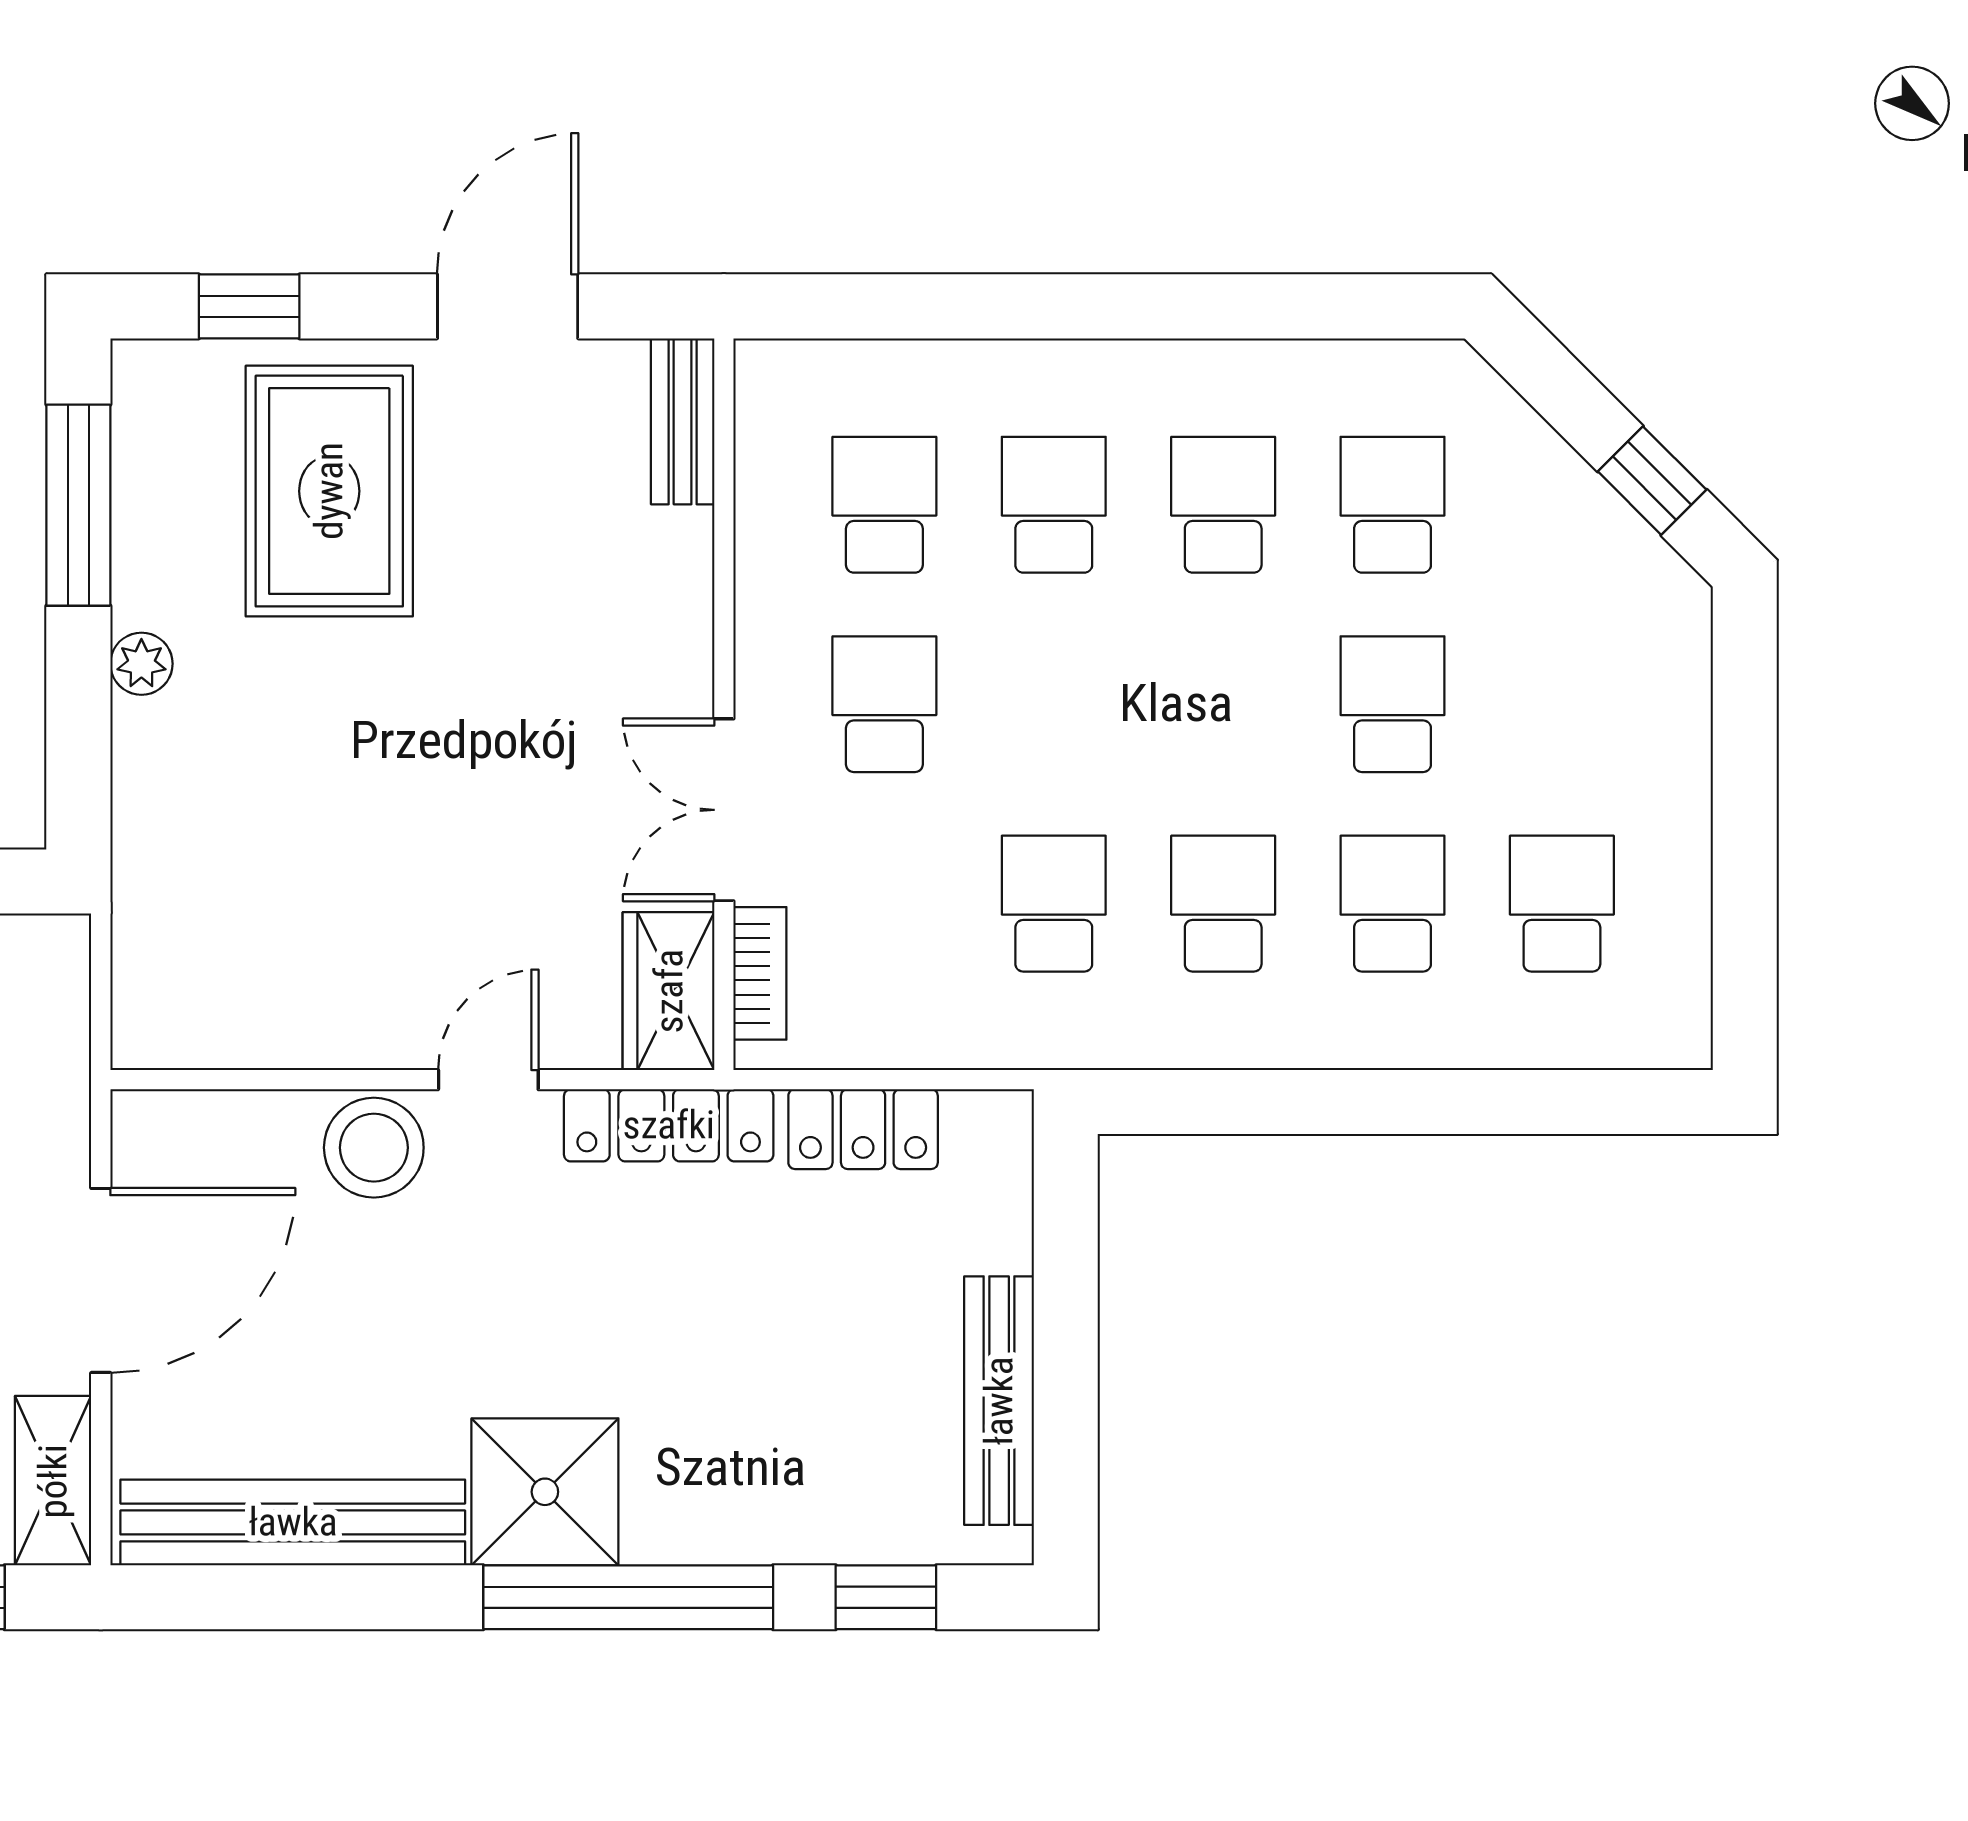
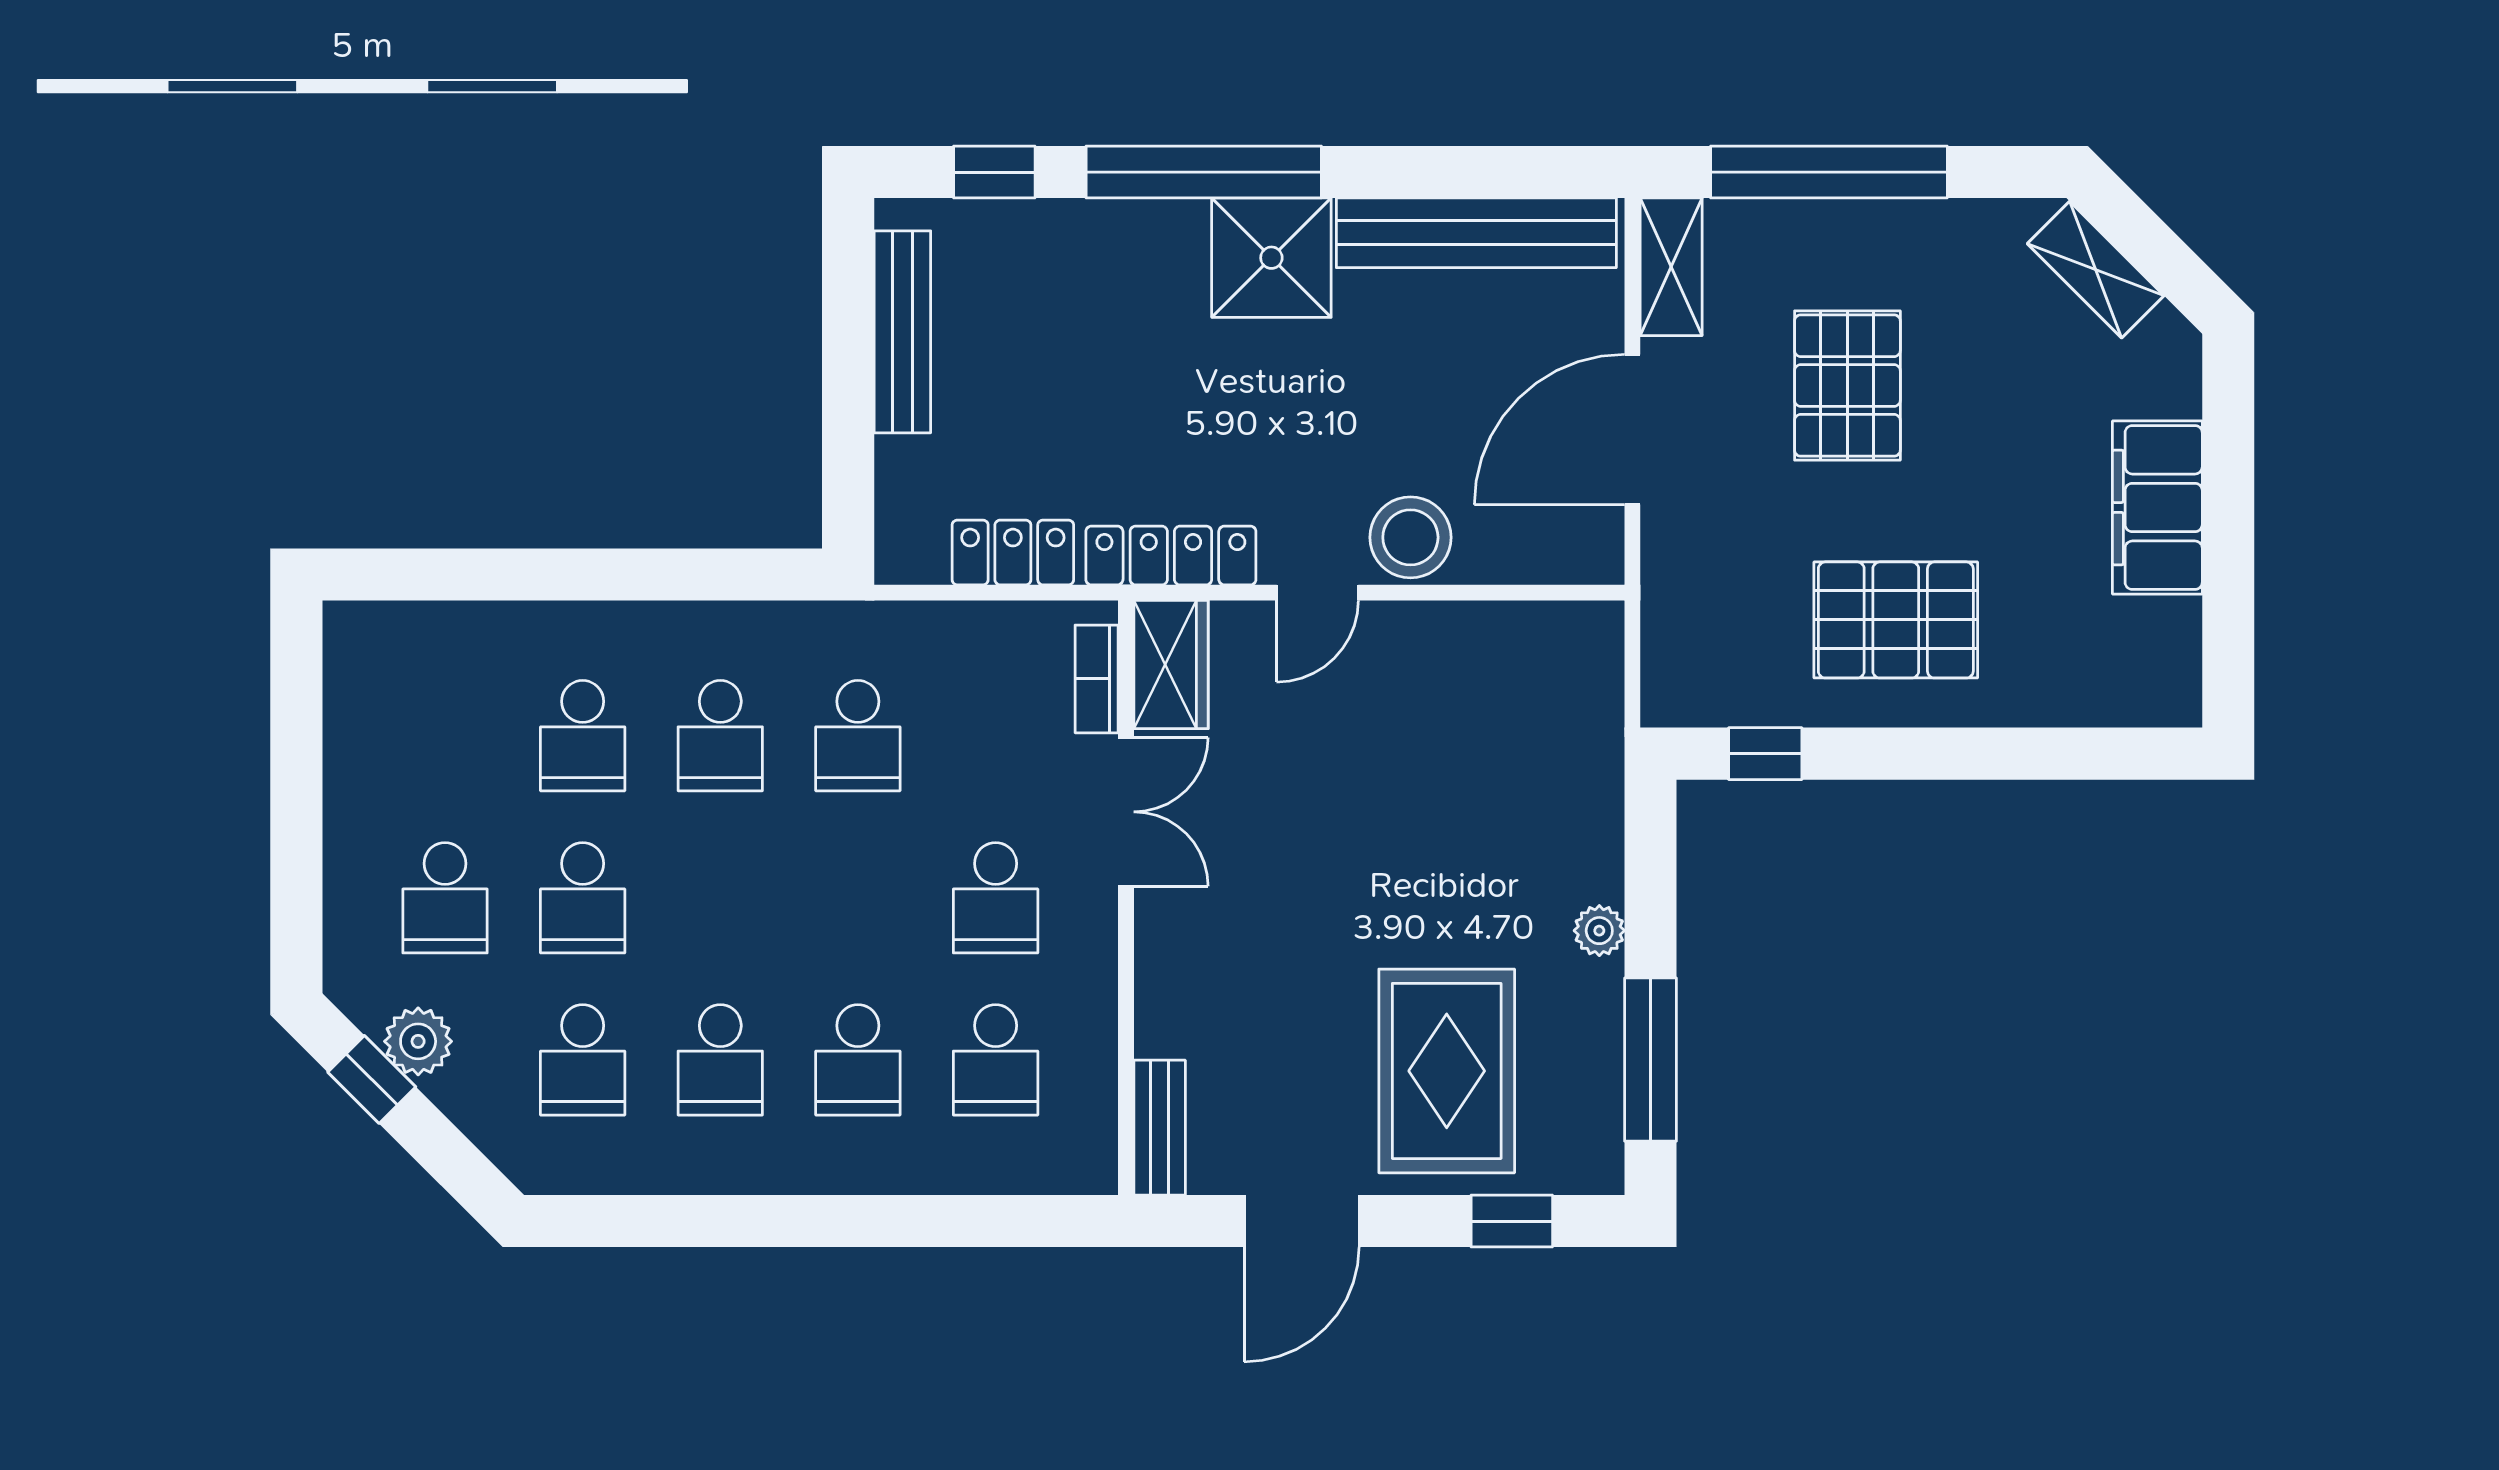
plant: (1595, 527) -> (418, 1041), added
school desk: (1562, 904) -> (445, 898), moved

